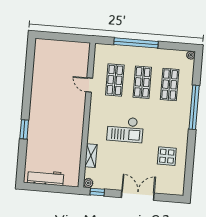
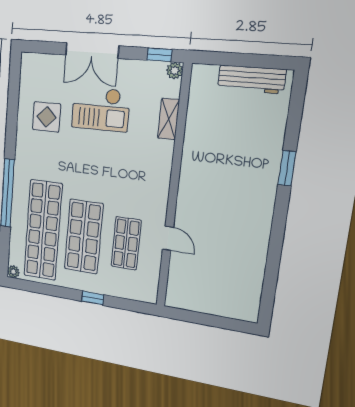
window: (136, 43) -> (93, 298), width x0.32
shop shelf: (142, 82) -> (84, 237), width x1.43, depth x1.36
shop shelf: (170, 84) -> (43, 230), width x2.00, depth x1.36
checkout: (125, 129) -> (101, 109), moved, turned 180

